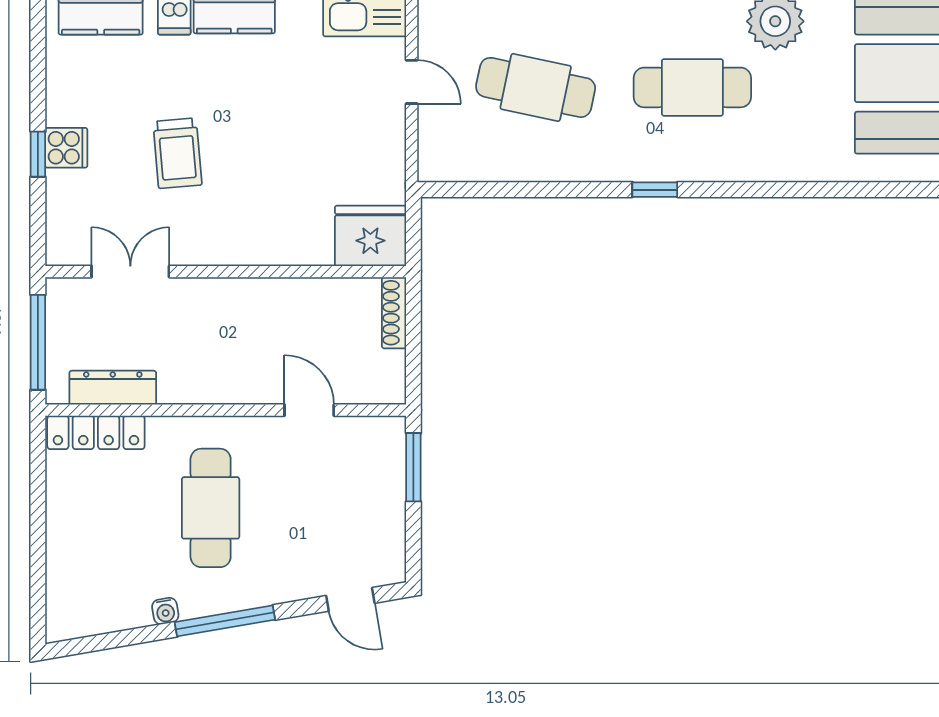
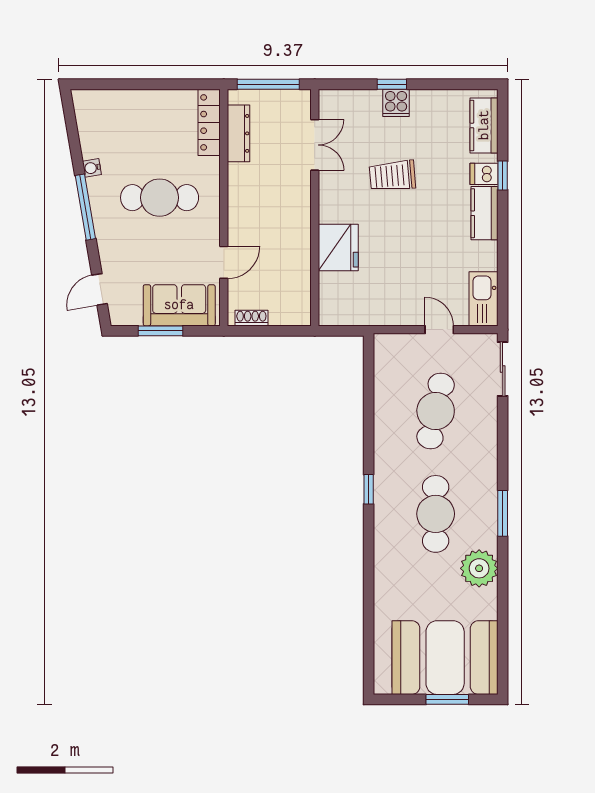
door: (412, 82) -> (439, 330), swing flipped
fridge: (370, 236) -> (338, 247), moved
shoe rack: (394, 313) -> (251, 318), moved, width x0.70
window: (413, 467) -> (160, 331), moved
sofa: (375, 478) -> (179, 305), added

